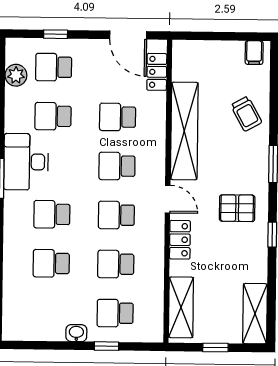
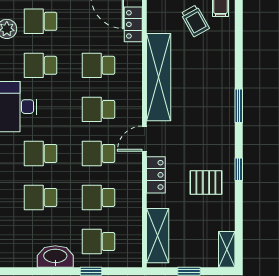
trolley: (246, 114) -> (195, 21), moved
door: (168, 199) -> (144, 139), swing flipped
pallet: (237, 208) -> (206, 183), moved
shelving: (255, 314) -> (227, 249), width x0.67, depth x0.75
washbasin: (76, 333) -> (55, 256), width x1.91, depth x1.45

